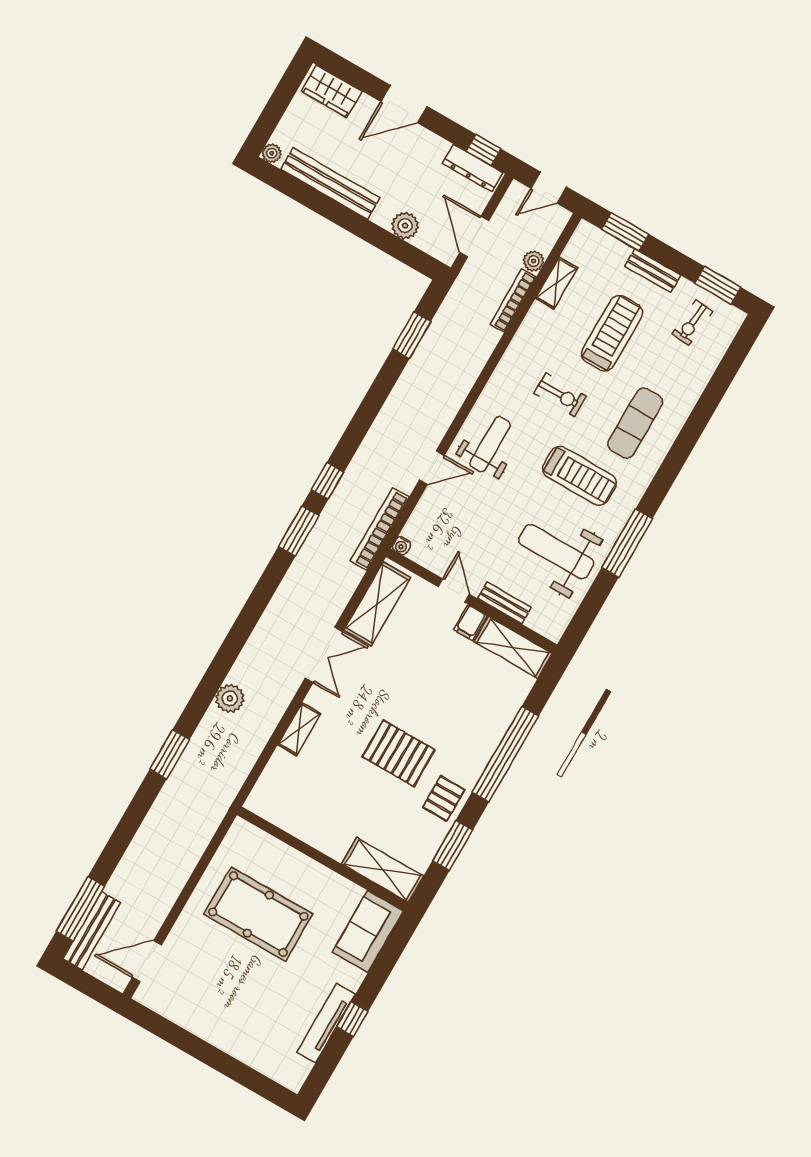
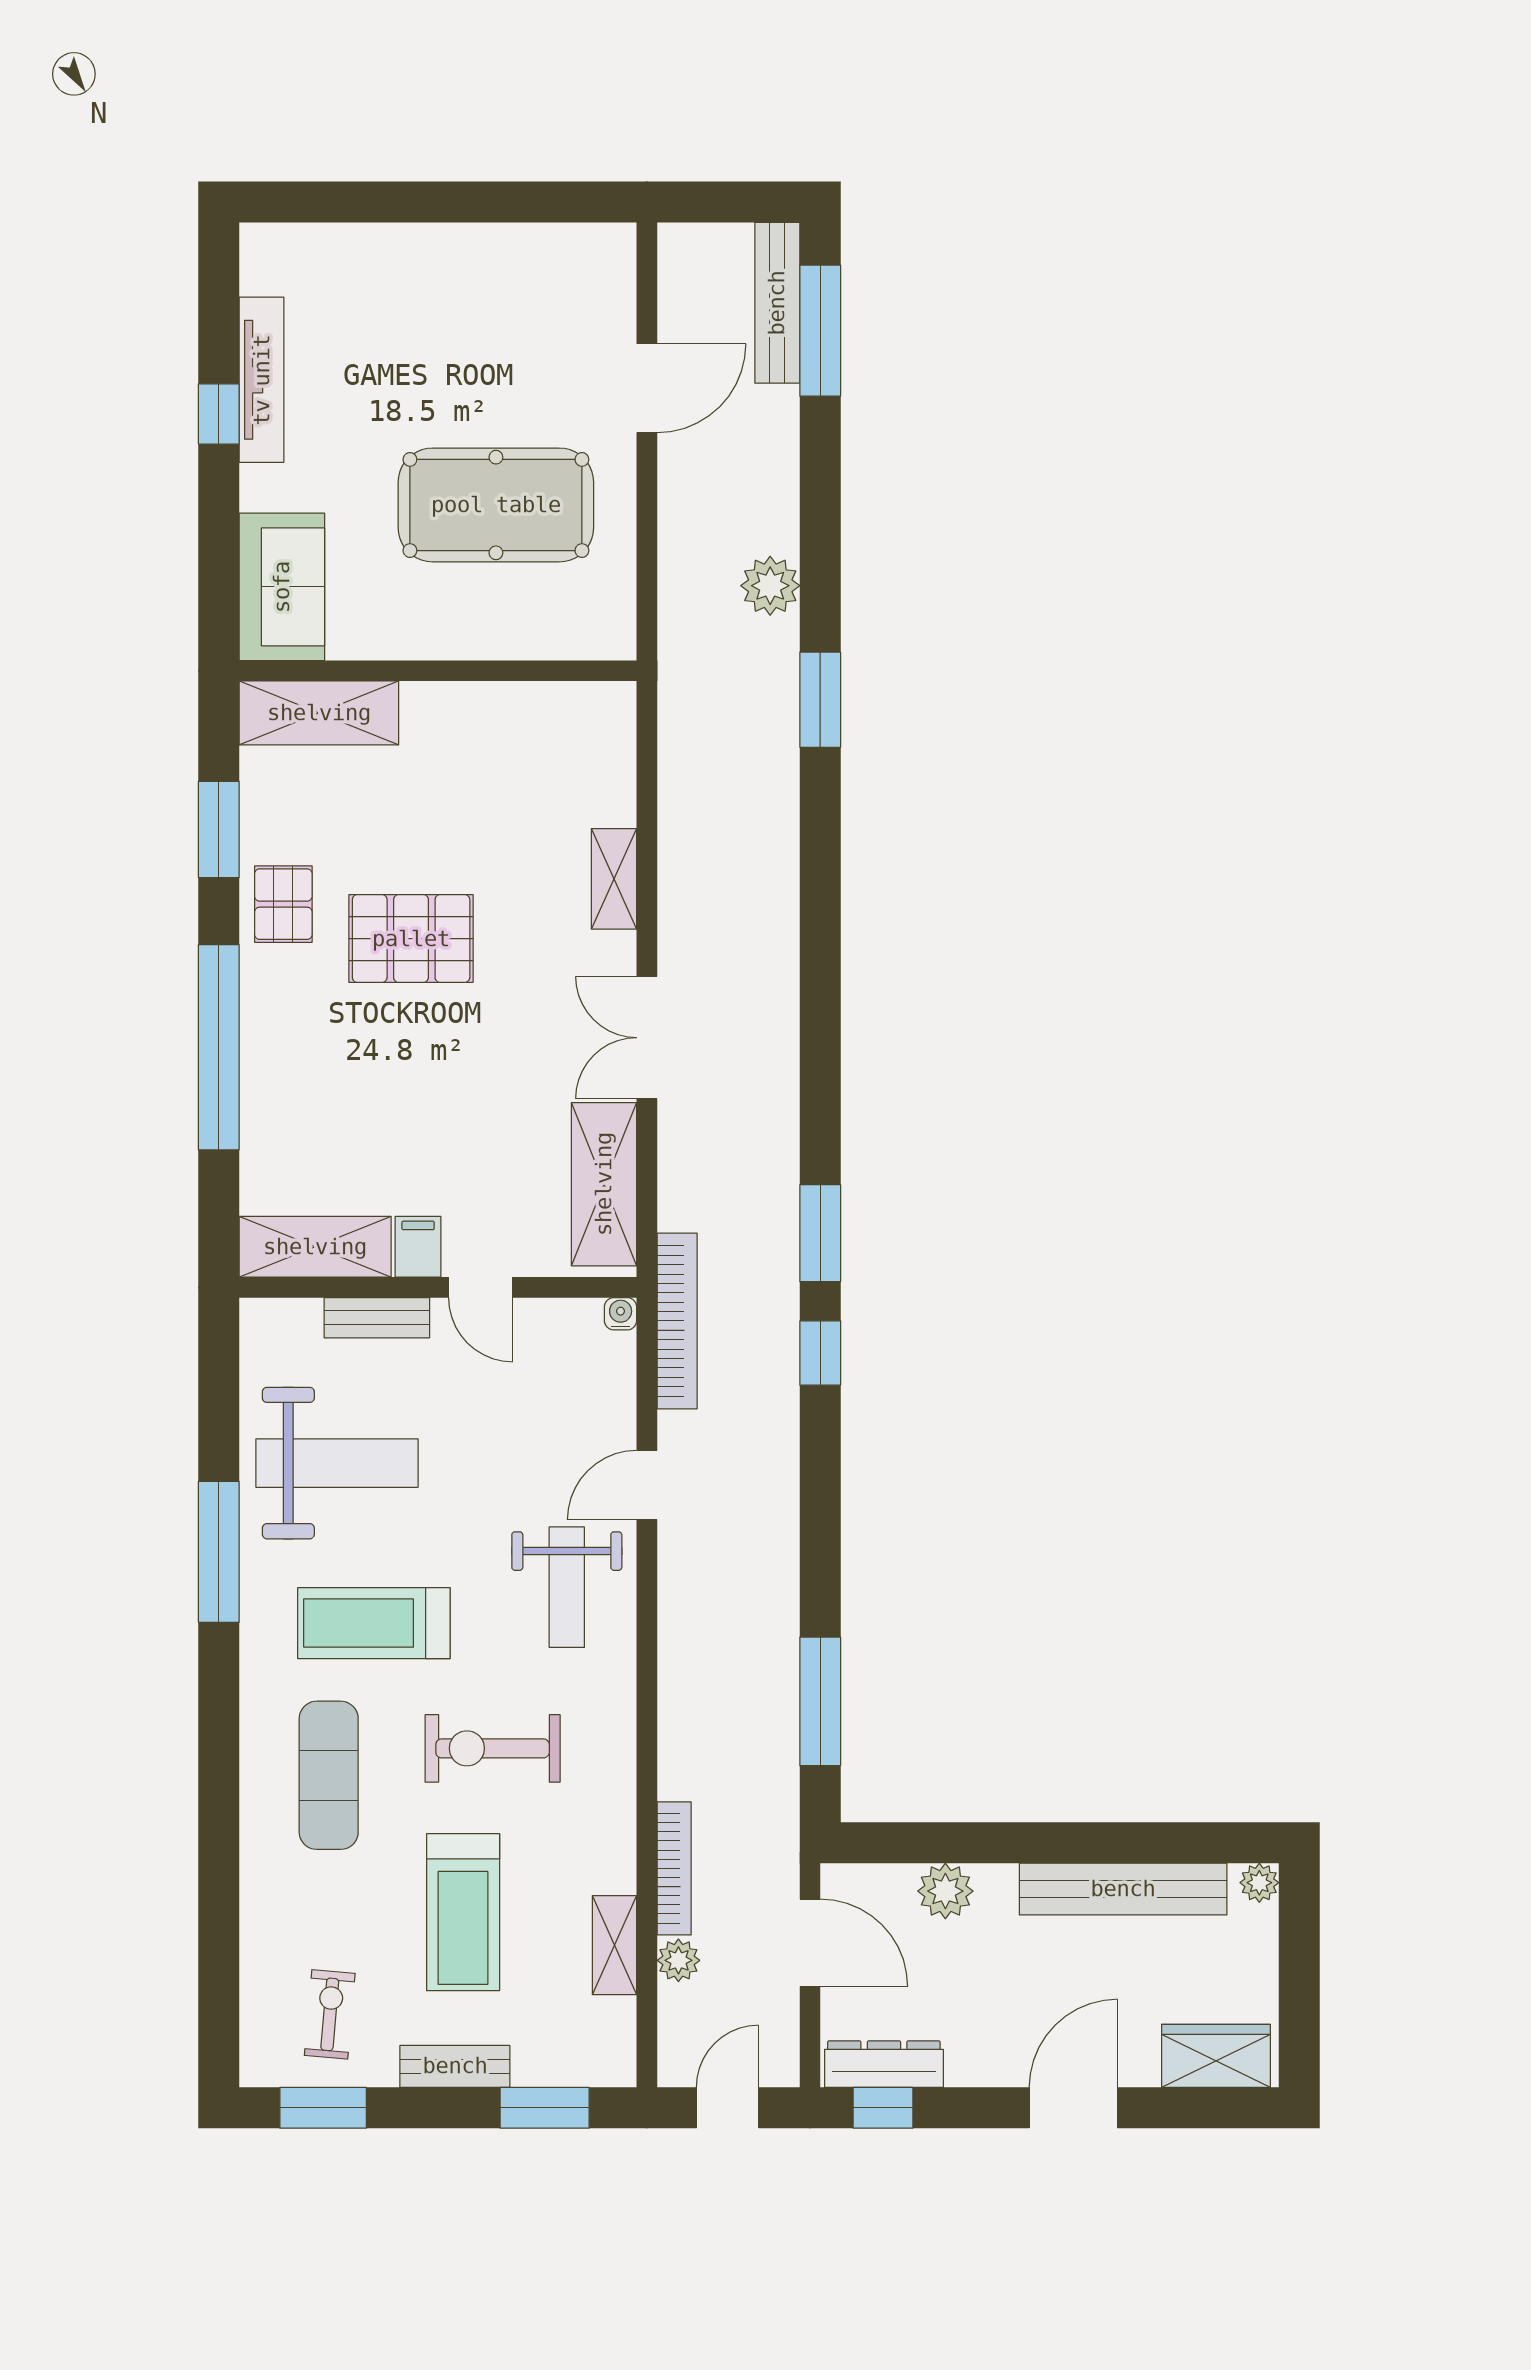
window: (412, 335) -> (820, 1701), width x1.44
exercise bike: (560, 395) -> (493, 1748), width x1.38, depth x1.39
plant: (230, 698) -> (770, 586), moved
door: (147, 961) -> (647, 388), moved

